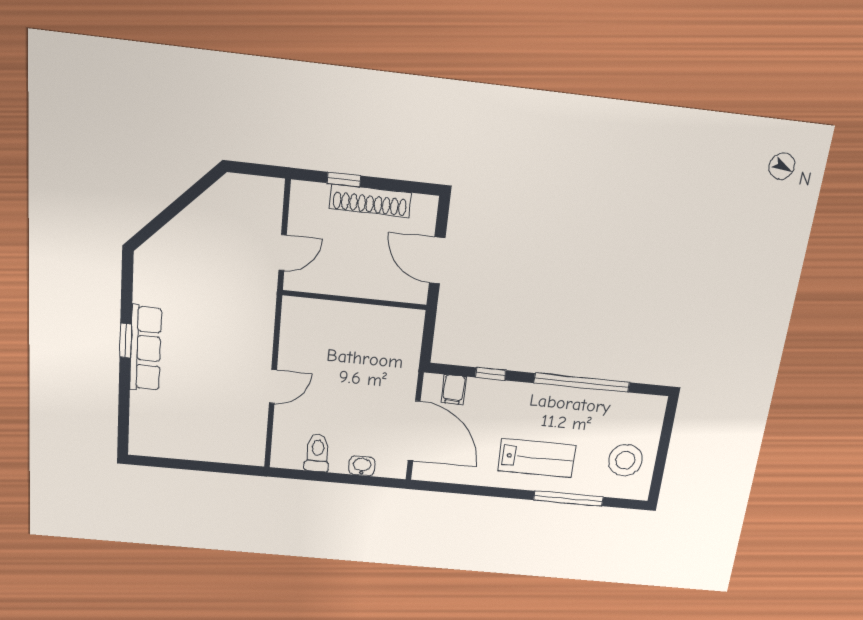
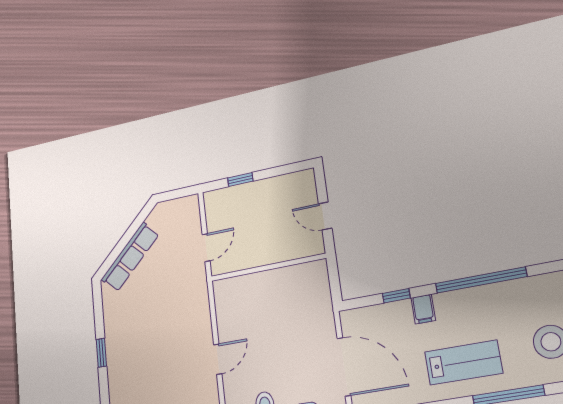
shoe rack: (370, 201) -> (263, 188), removed
door: (437, 261) -> (325, 216), width x0.73
row of seats: (146, 348) -> (130, 257), moved, turned 45
filing cabinet: (454, 390) -> (423, 309), moved

